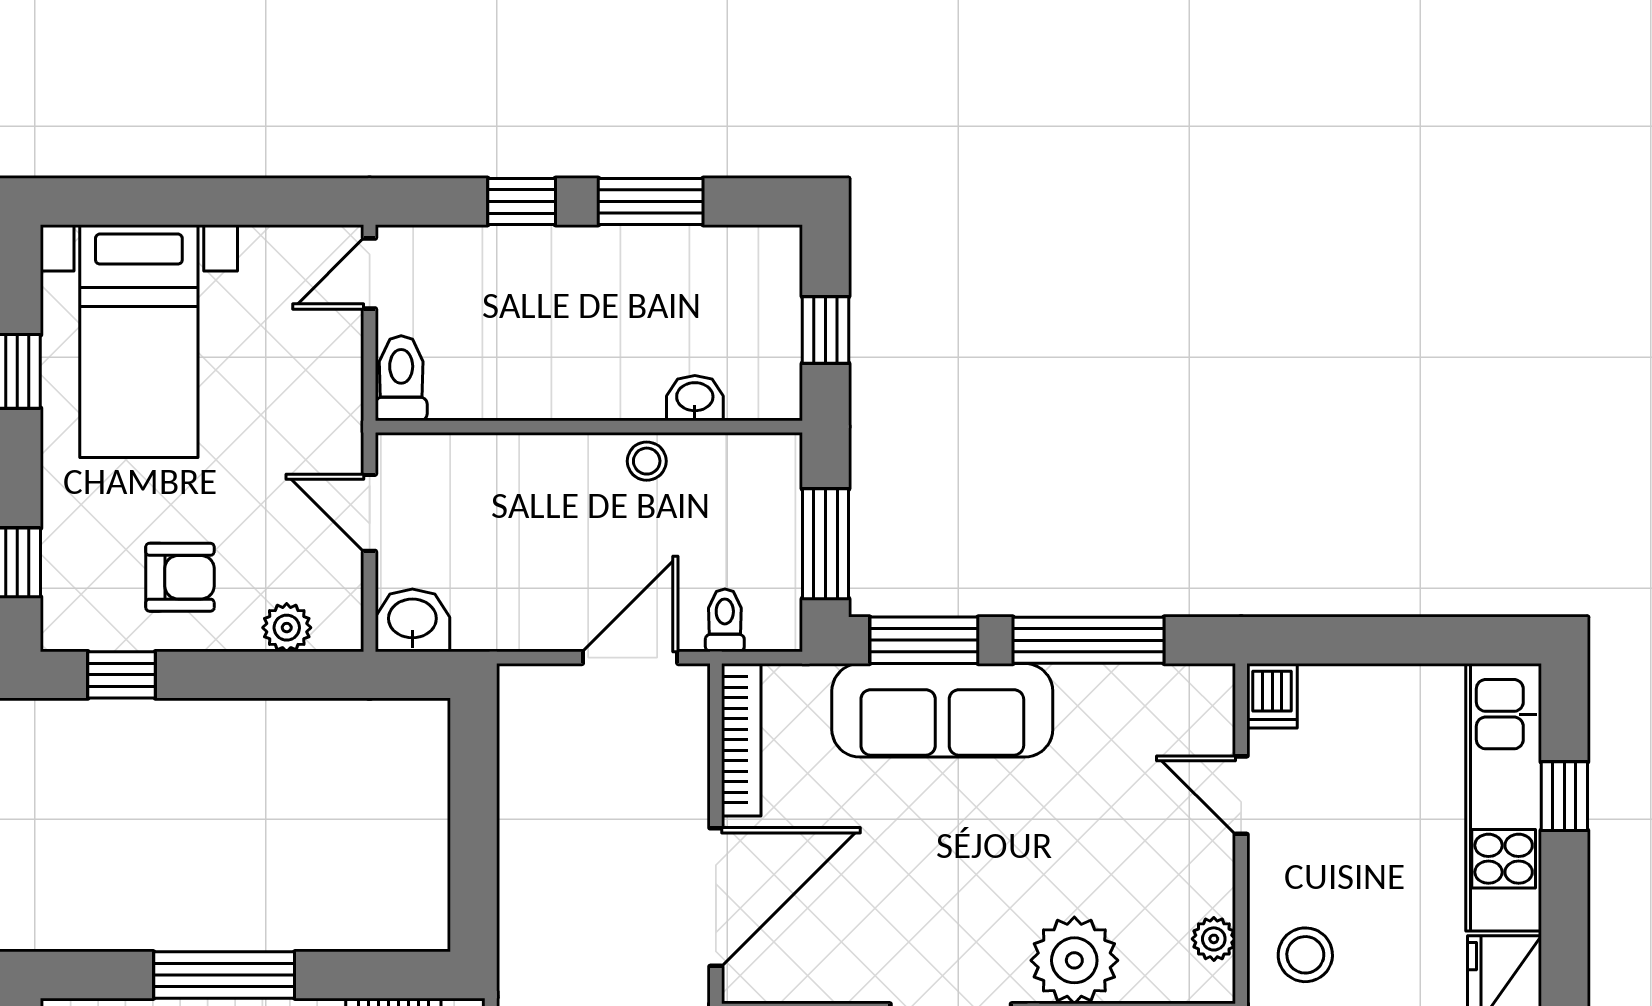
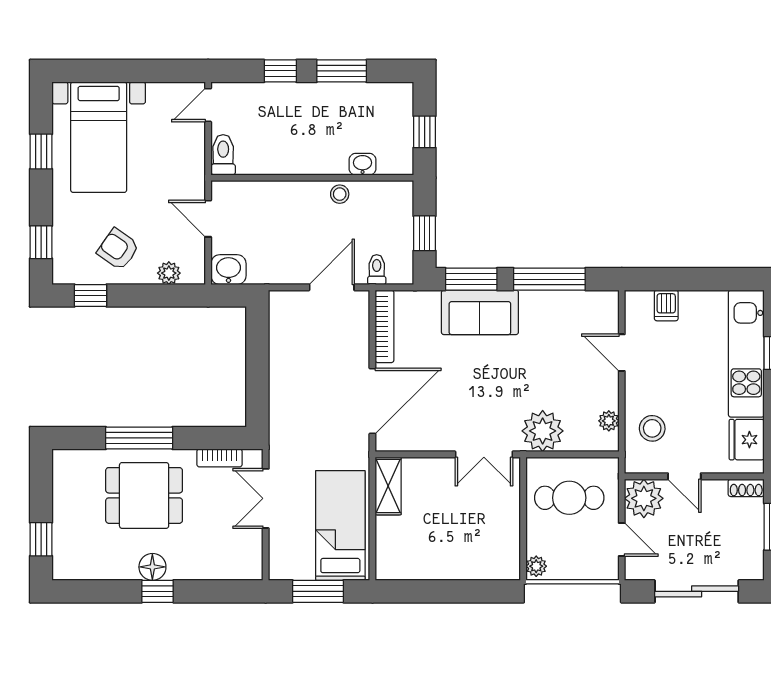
window: (826, 544) -> (425, 233), width x0.67
armchair: (180, 577) -> (118, 249), turned -145
dishwasher: (1272, 696) -> (666, 305), moved
sofa: (942, 710) -> (480, 312), width x0.73

